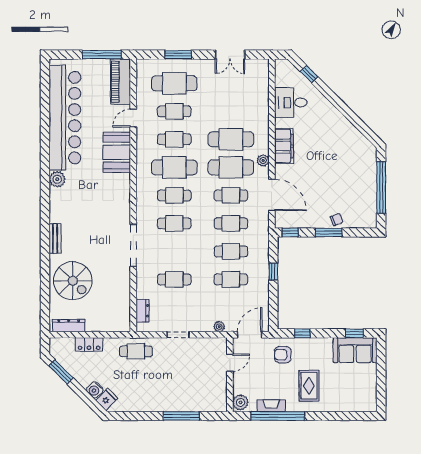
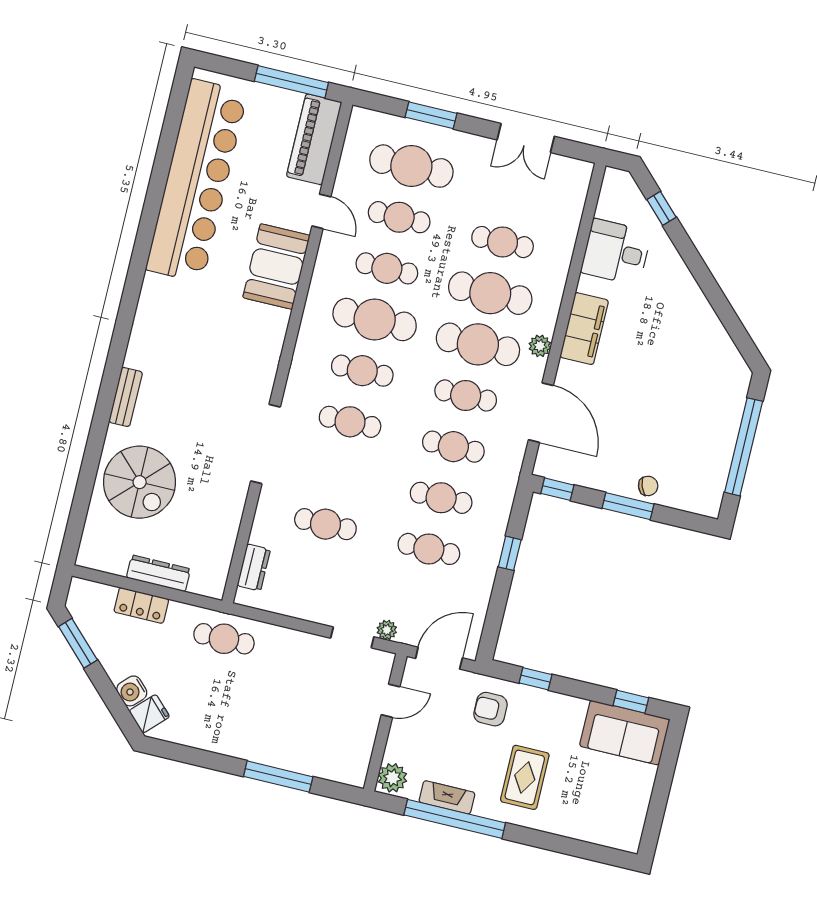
cafe table: (231, 111) -> (503, 242), added
door: (133, 118) -> (321, 211), swing flipped
plant: (57, 179) -> (156, 290), removed
dresser: (69, 326) -> (158, 573), moved
doorway: (178, 335) -> (352, 637), moved

